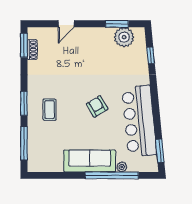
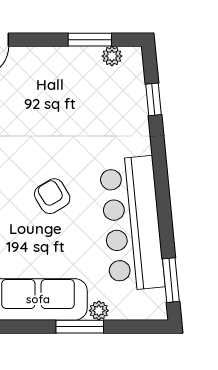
plant: (124, 37) -> (112, 56), width x0.53, depth x0.53
window: (112, 175) -> (80, 327), width x0.47

